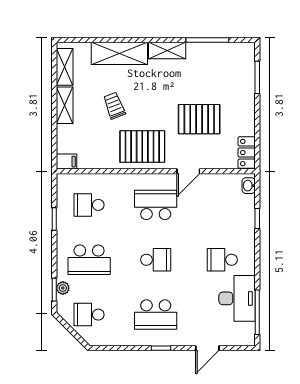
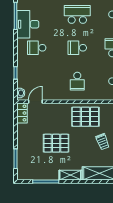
pallet: (199, 119) -> (56, 143), moved
door: (188, 171) -> (35, 102), moved
school desk: (156, 205) -> (77, 81), width x0.54
school desk: (222, 260) -> (37, 48), turned 180

